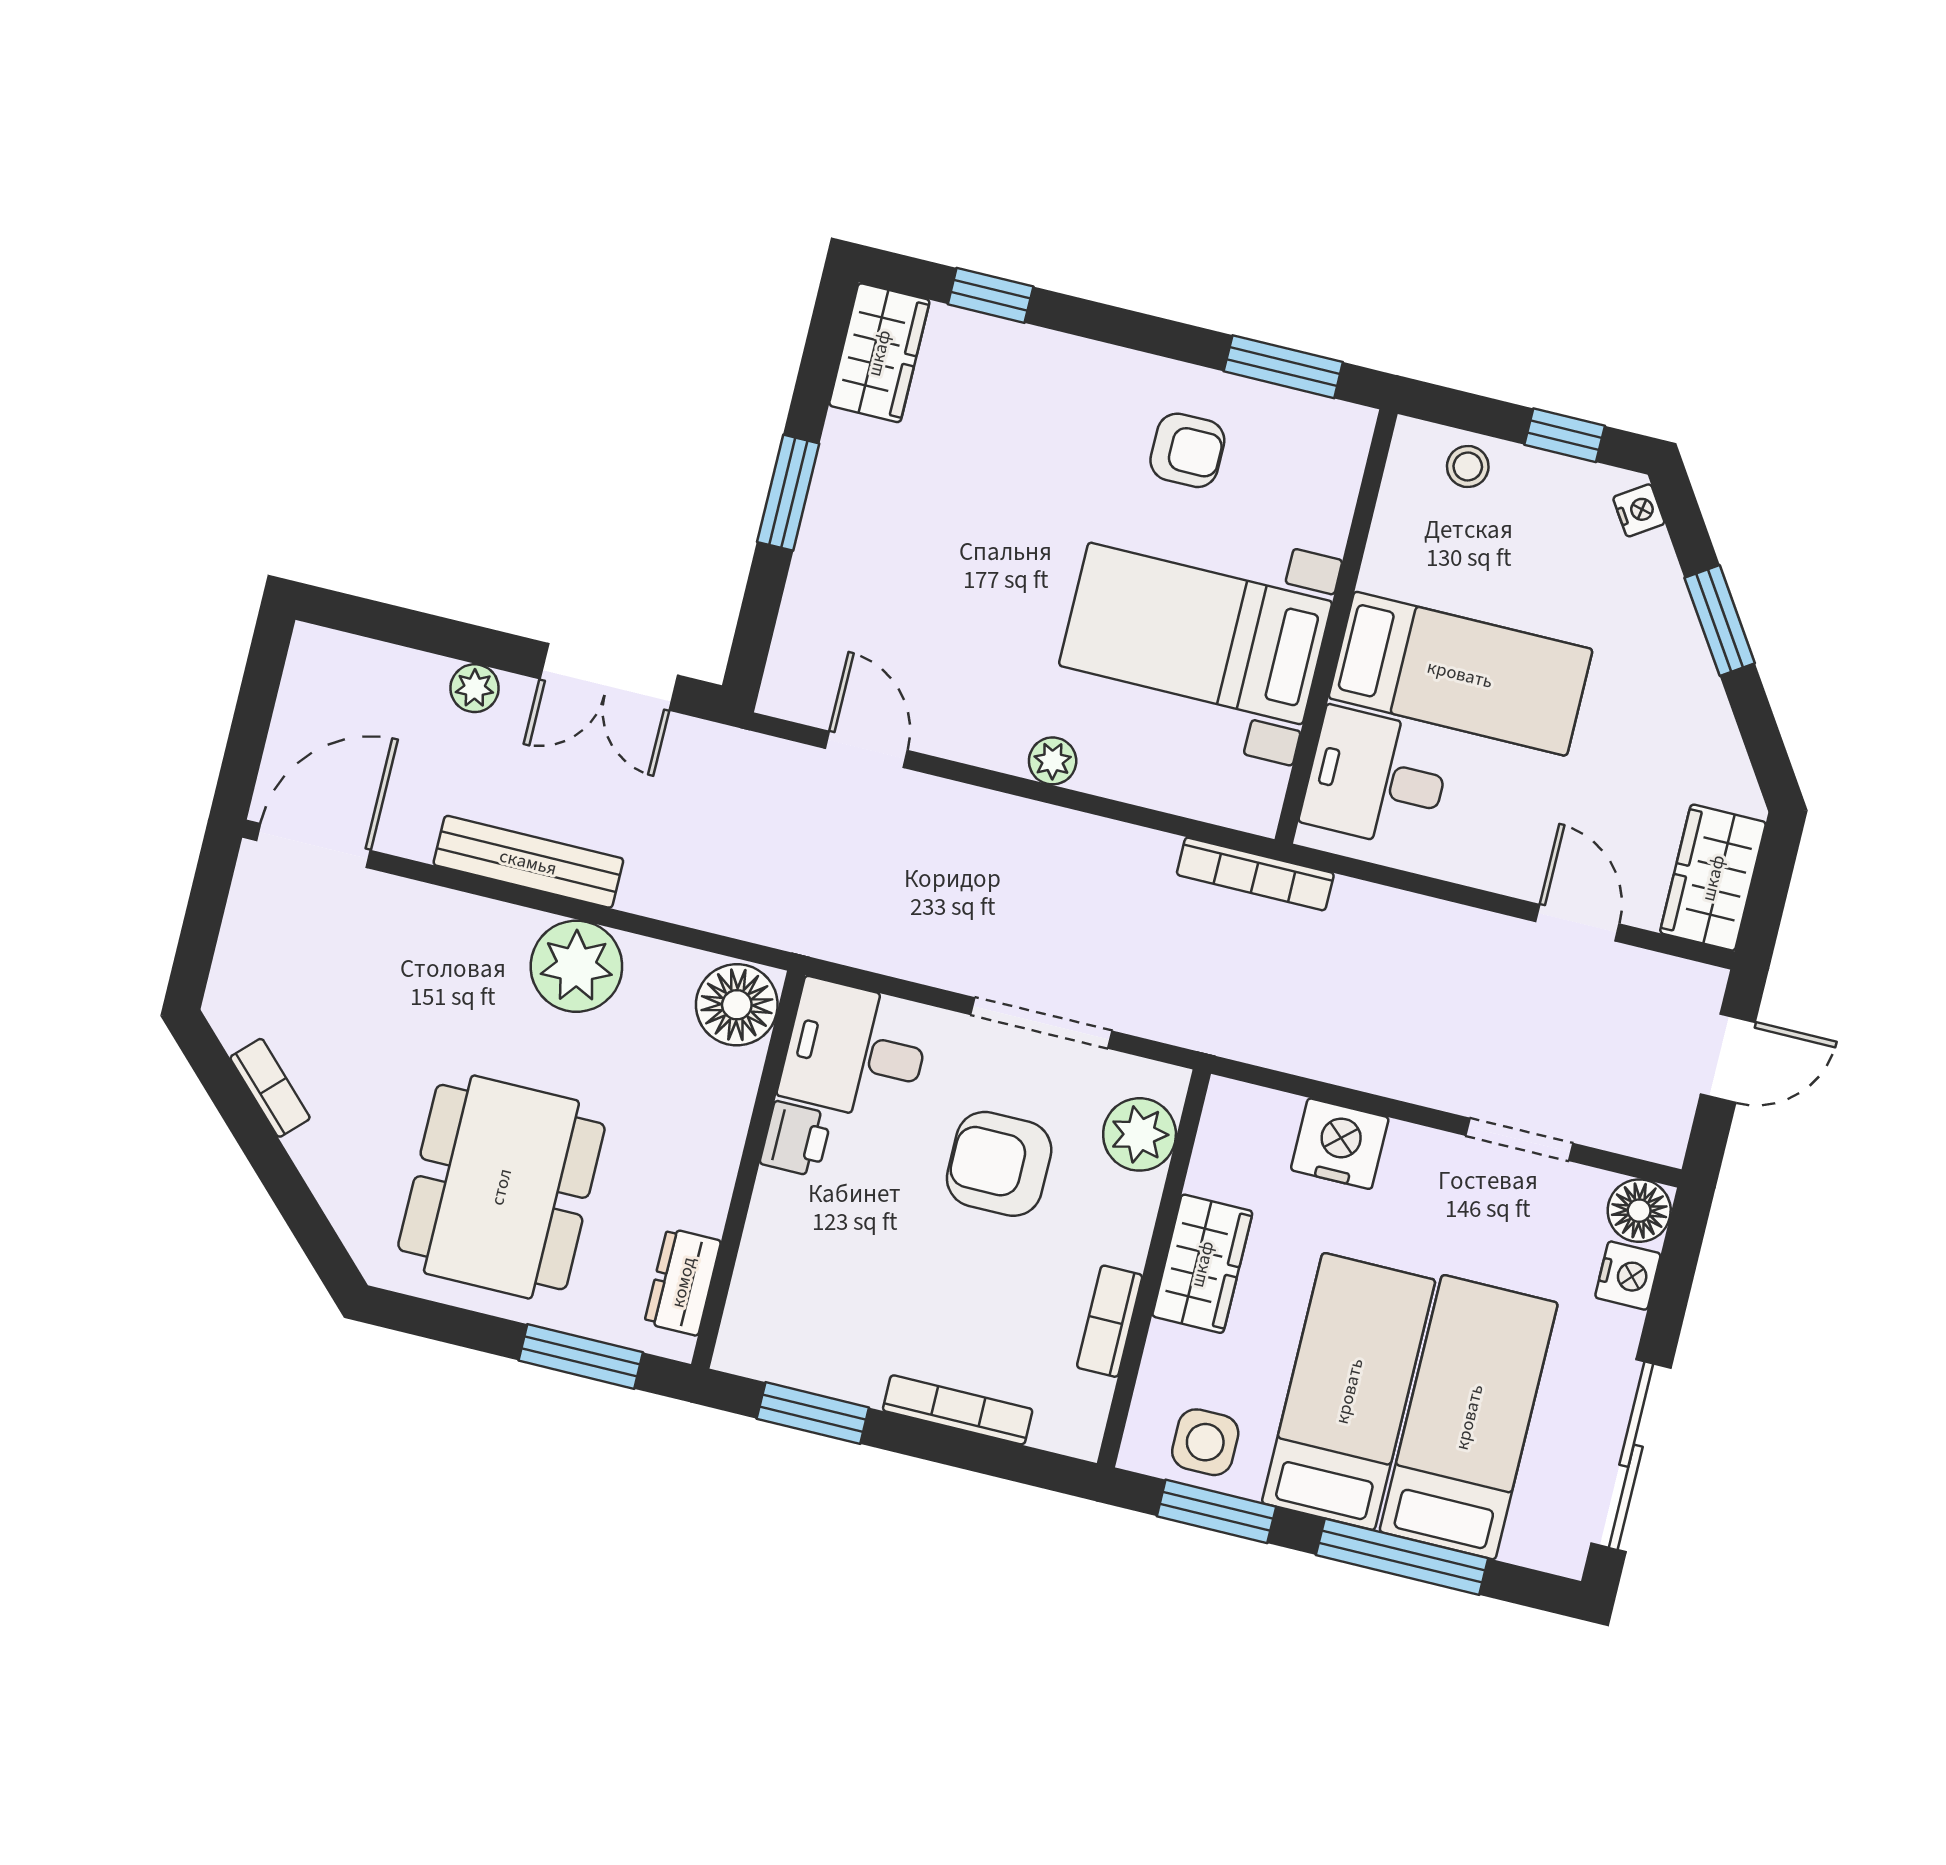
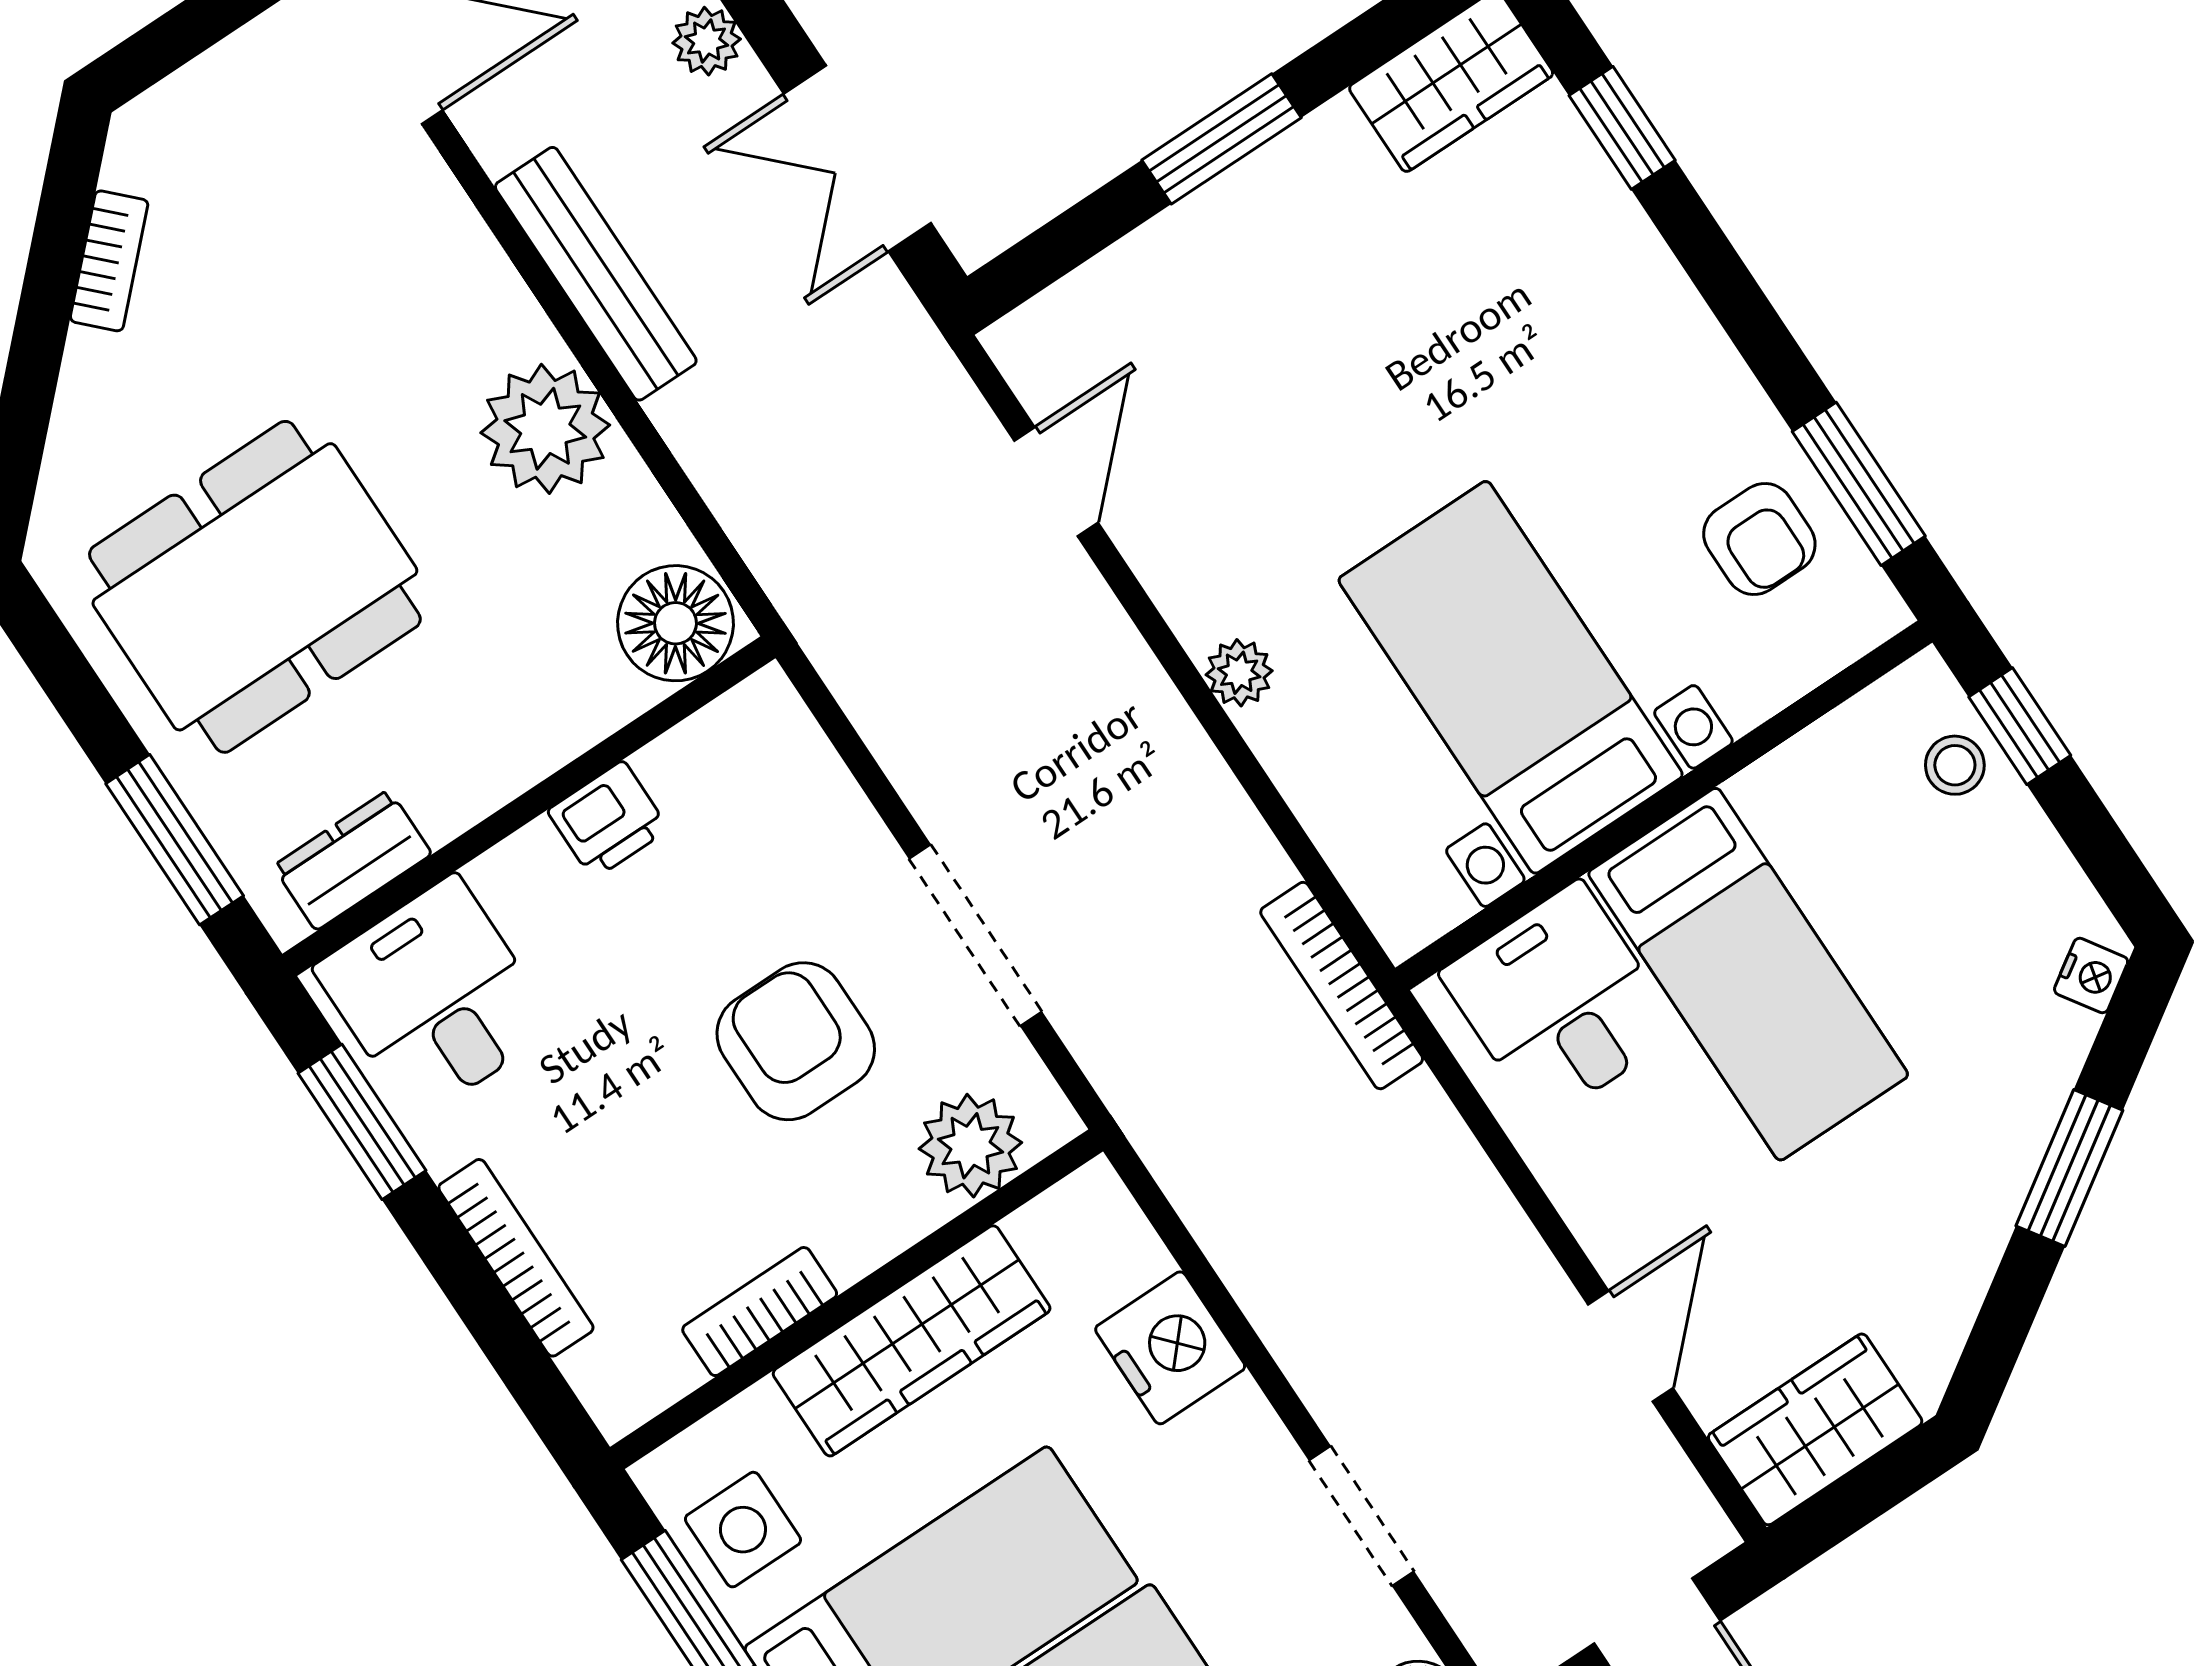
window: (1565, 435) -> (2020, 726), moved
armchair: (1187, 450) -> (1759, 539), moved
desk: (855, 1051) -> (435, 998), moved
wardrobe: (1202, 1264) -> (912, 1341), width x1.50

